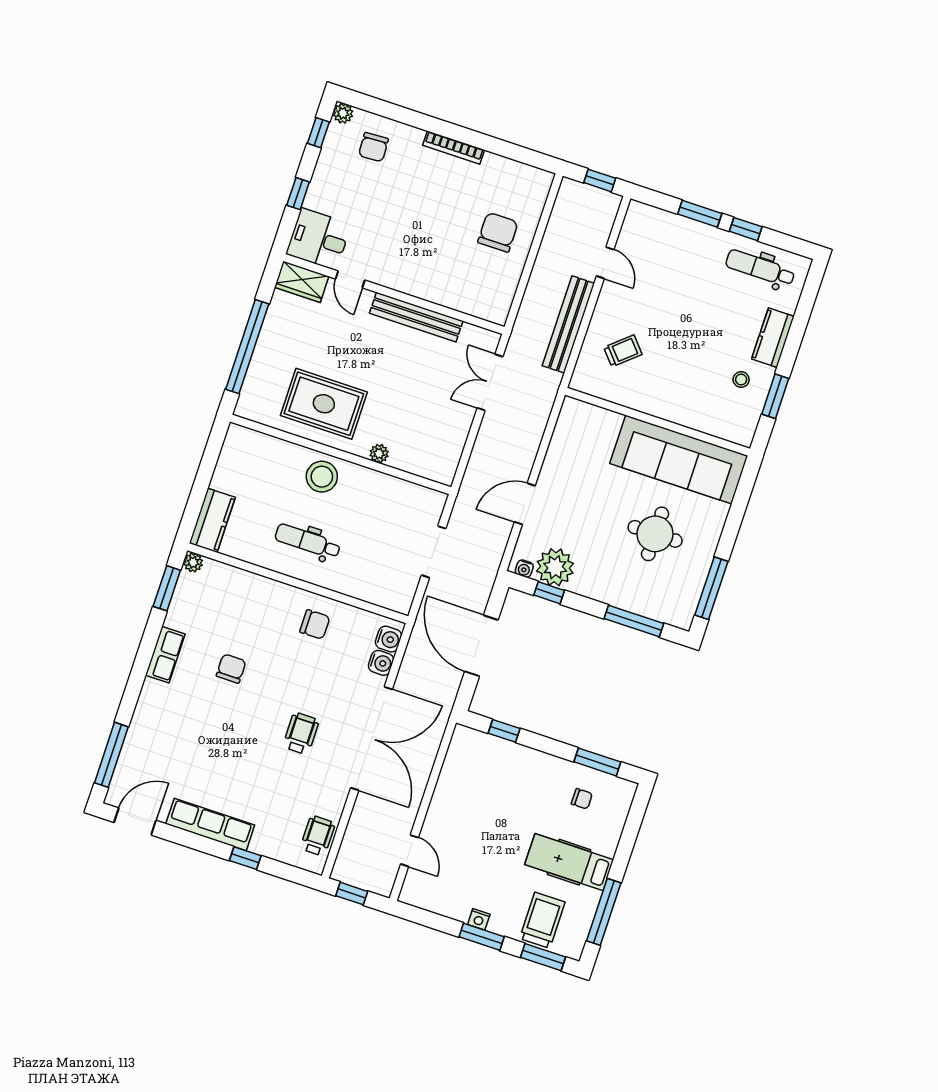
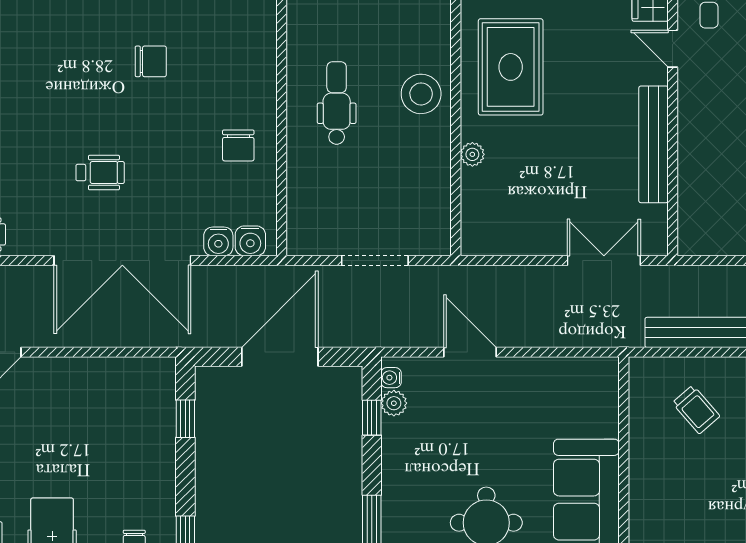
door: (350, 279) -> (673, 49), hinge flipped
plant: (555, 567) -> (394, 403), width x0.53, depth x0.53

